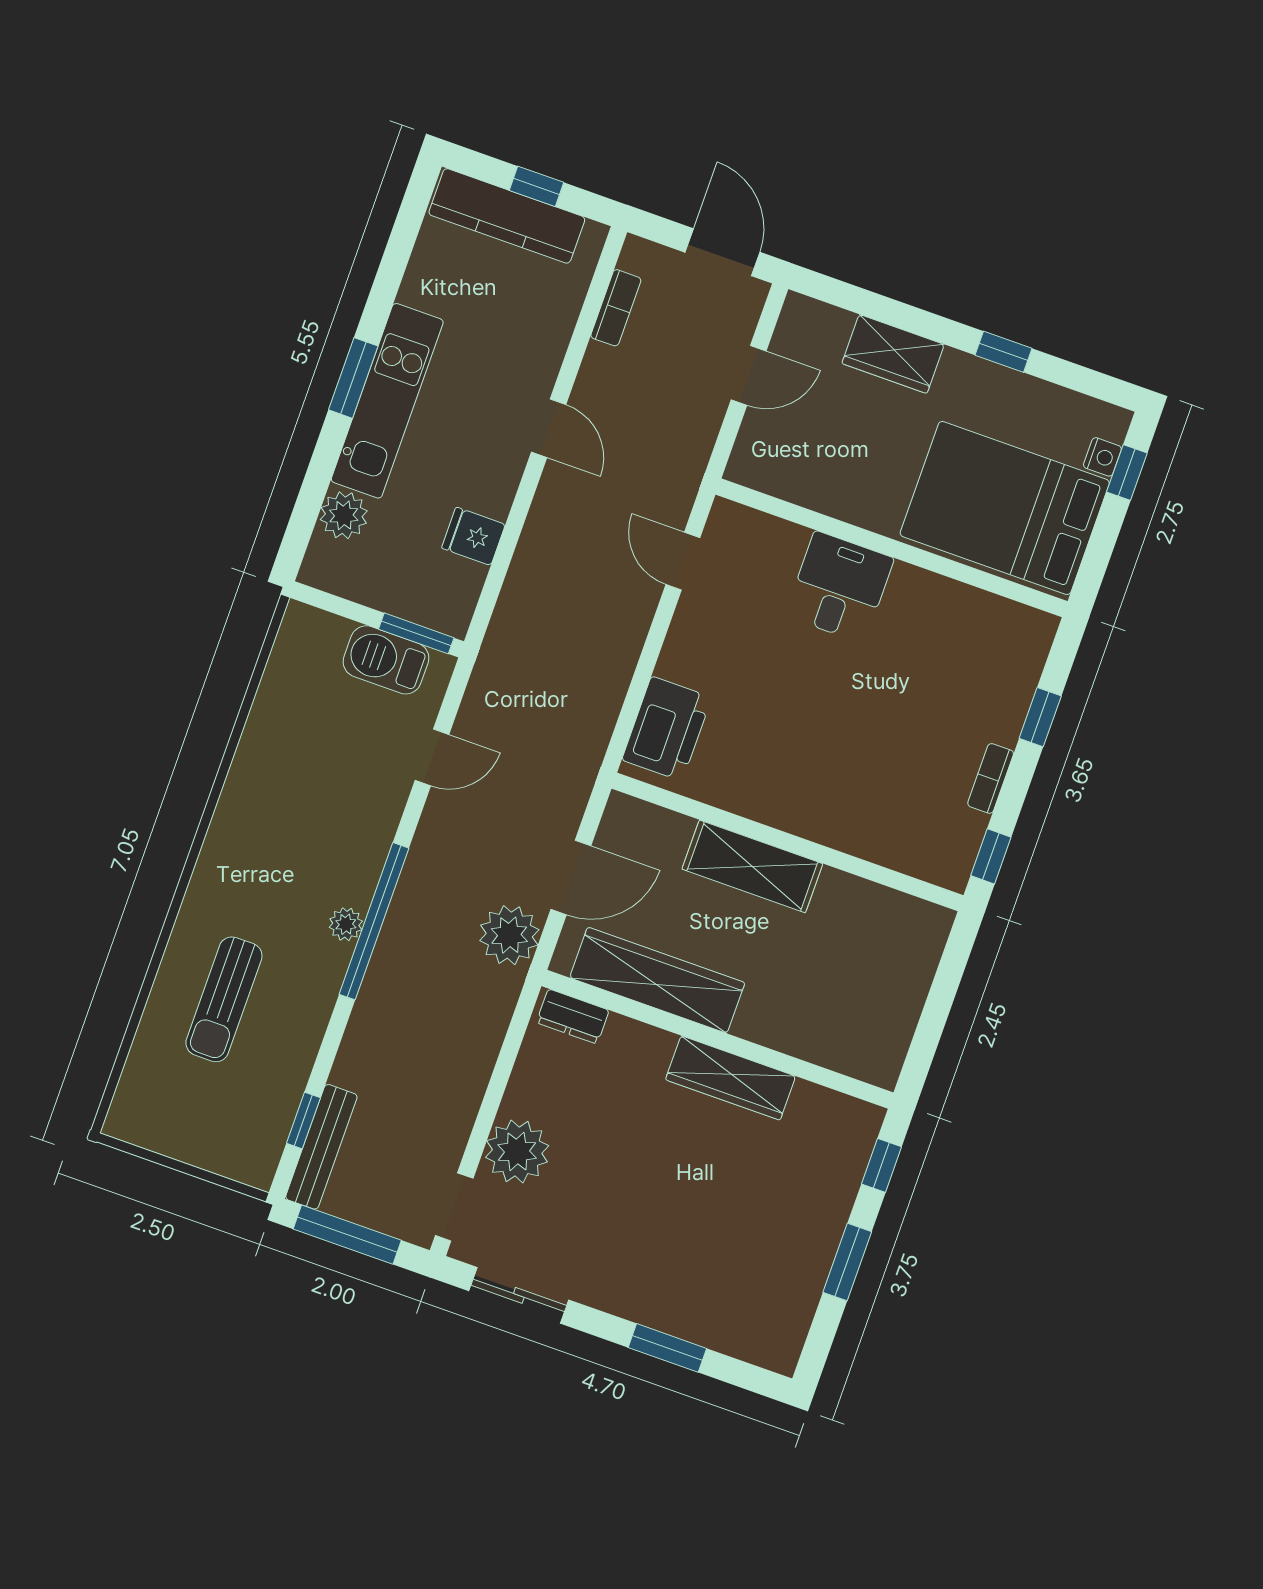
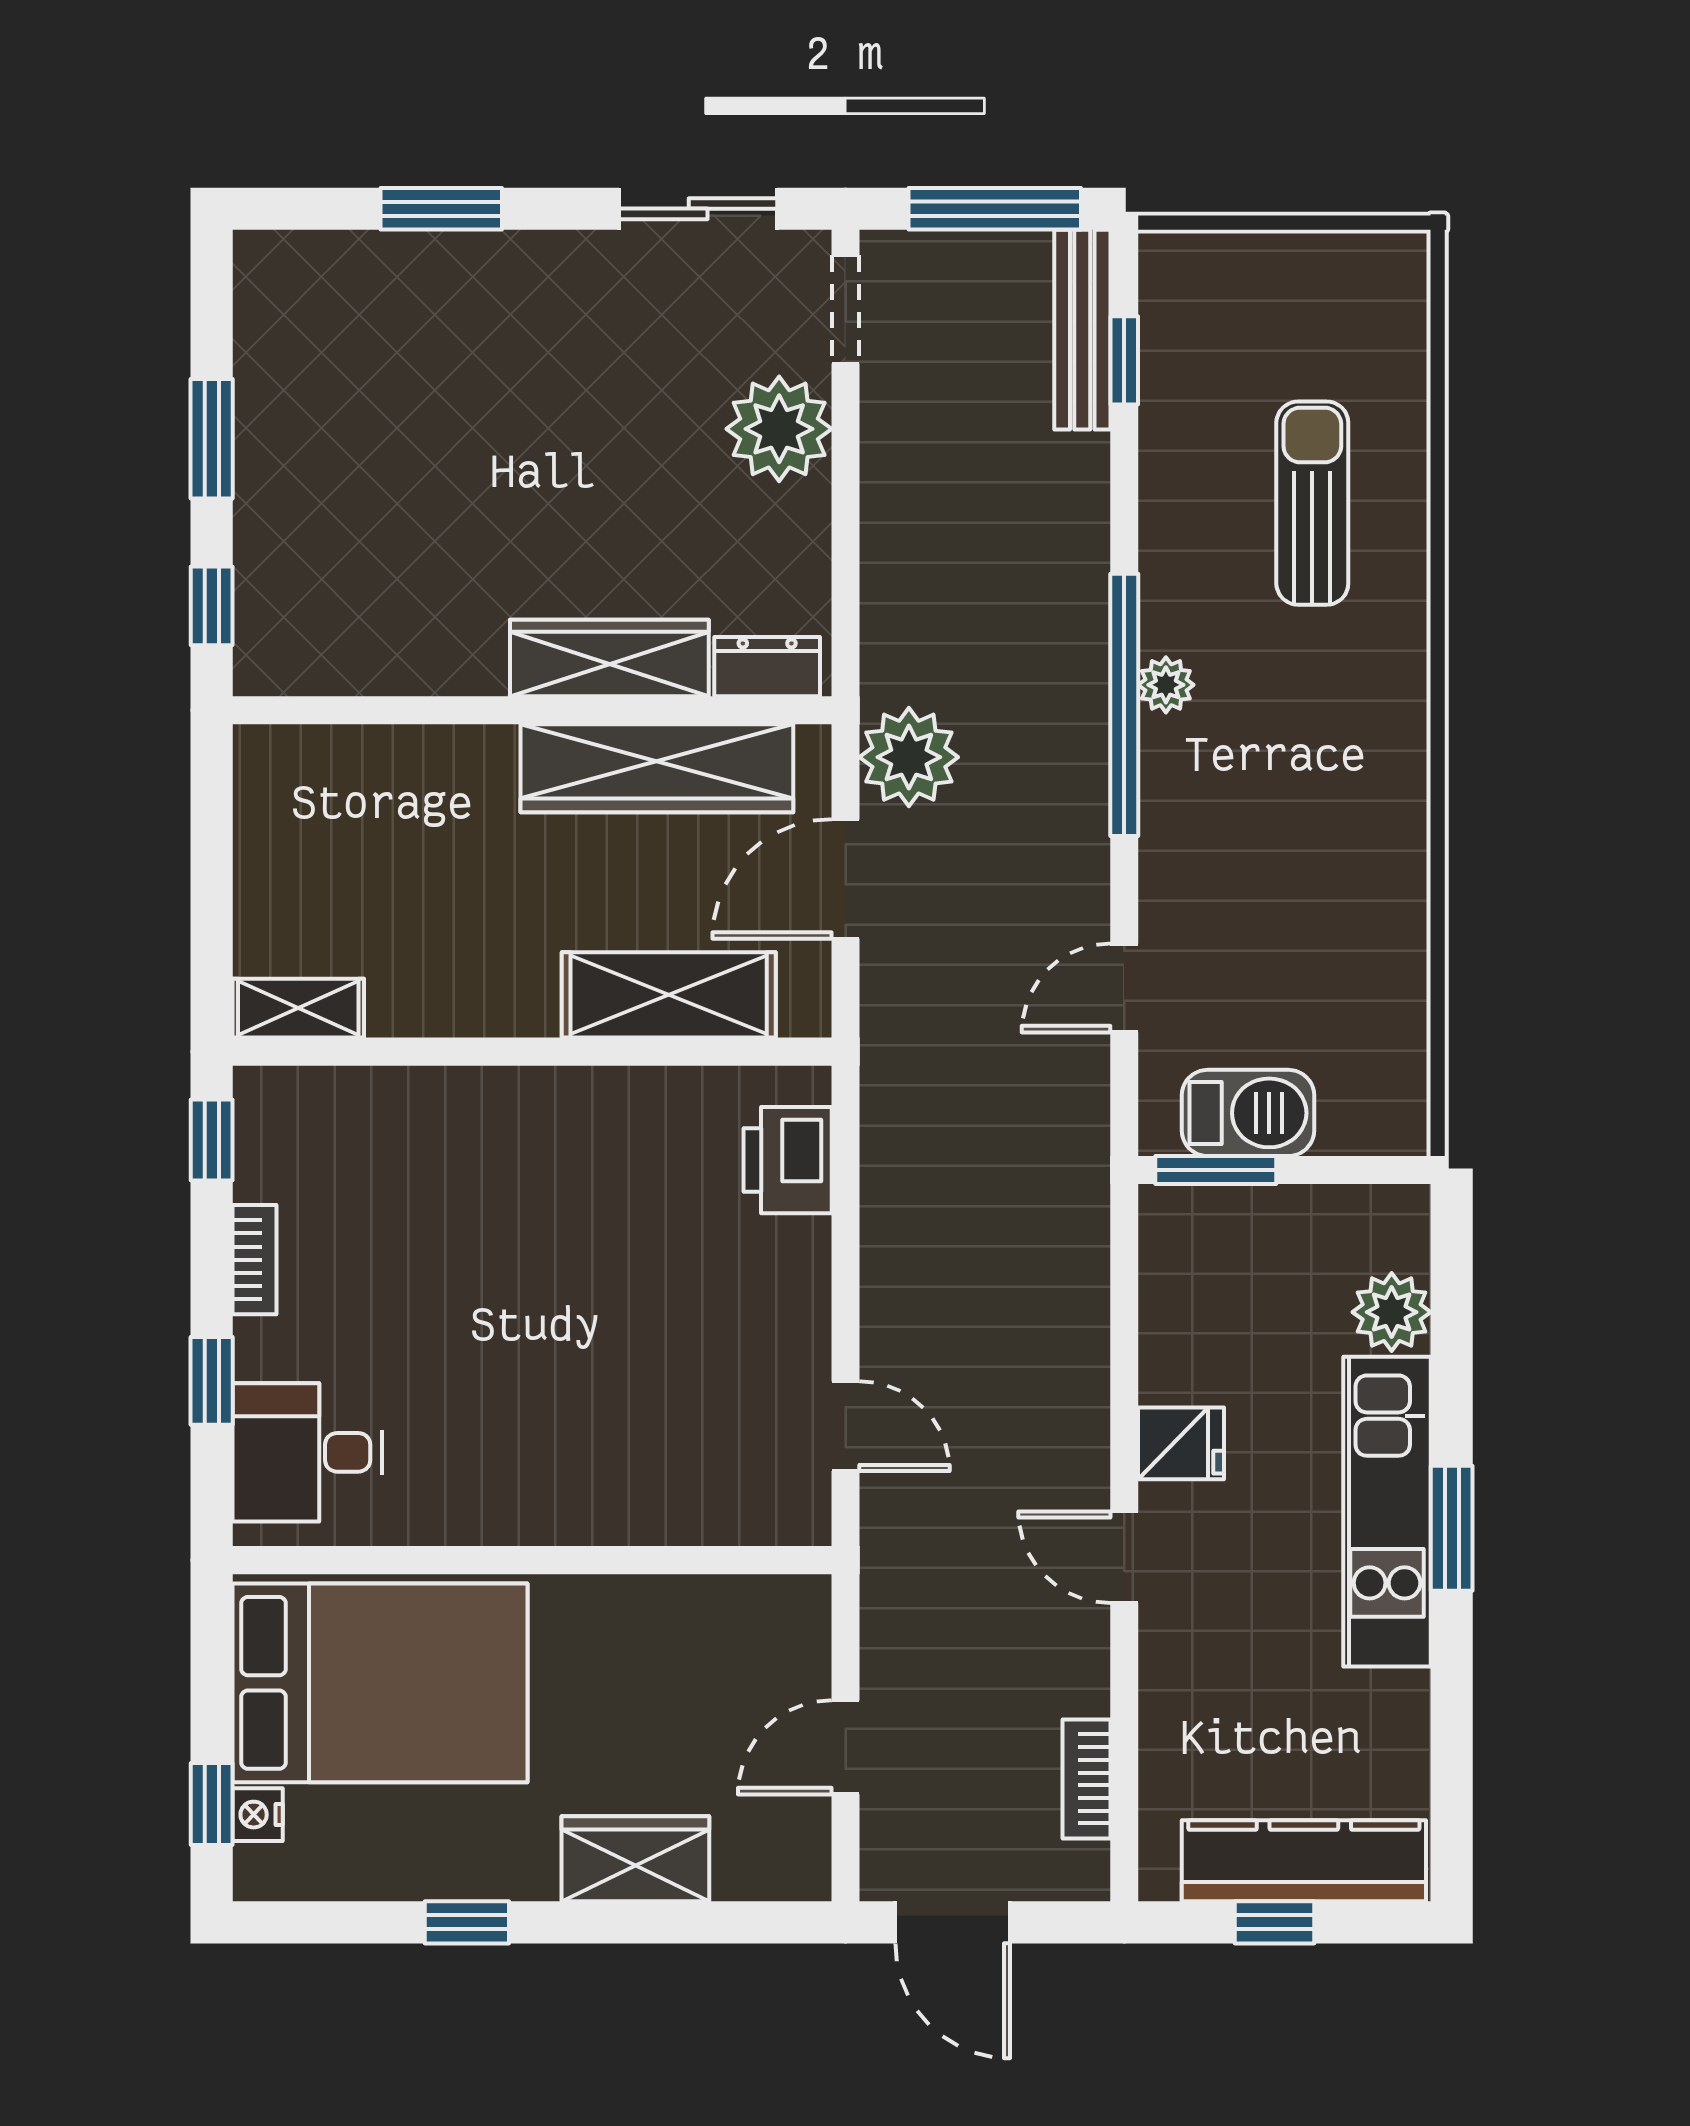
fridge: (473, 536) -> (1181, 1443), moved
desk: (839, 587) -> (307, 1452), moved, turned 90
printer: (667, 729) -> (788, 1160), width x0.73, depth x0.84
shelving: (752, 866) -> (669, 995), moved
shelving: (914, 915) -> (298, 1008), added
wardrobe: (730, 1078) -> (609, 658), moved

